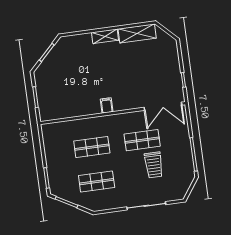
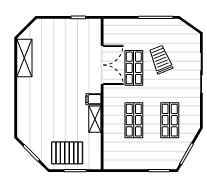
shelving: (105, 36) -> (95, 119), moved
pallet: (51, 87) -> (67, 153), added
double door: (163, 106) -> (102, 65), moved
trolley: (154, 165) -> (161, 60), turned -112

